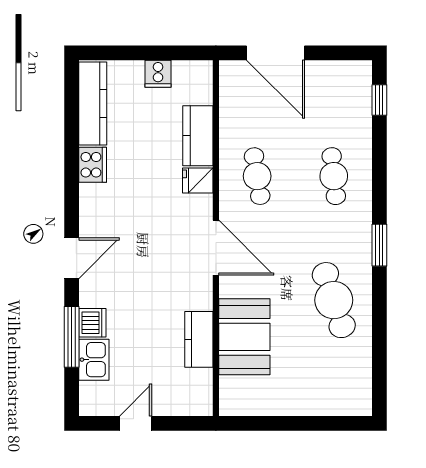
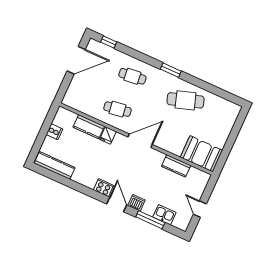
door: (276, 53) -> (76, 60), moved
cooker: (93, 165) -> (103, 188), moved
dishwasher: (92, 323) -> (136, 203), moved
booth: (244, 337) -> (201, 154), moved

